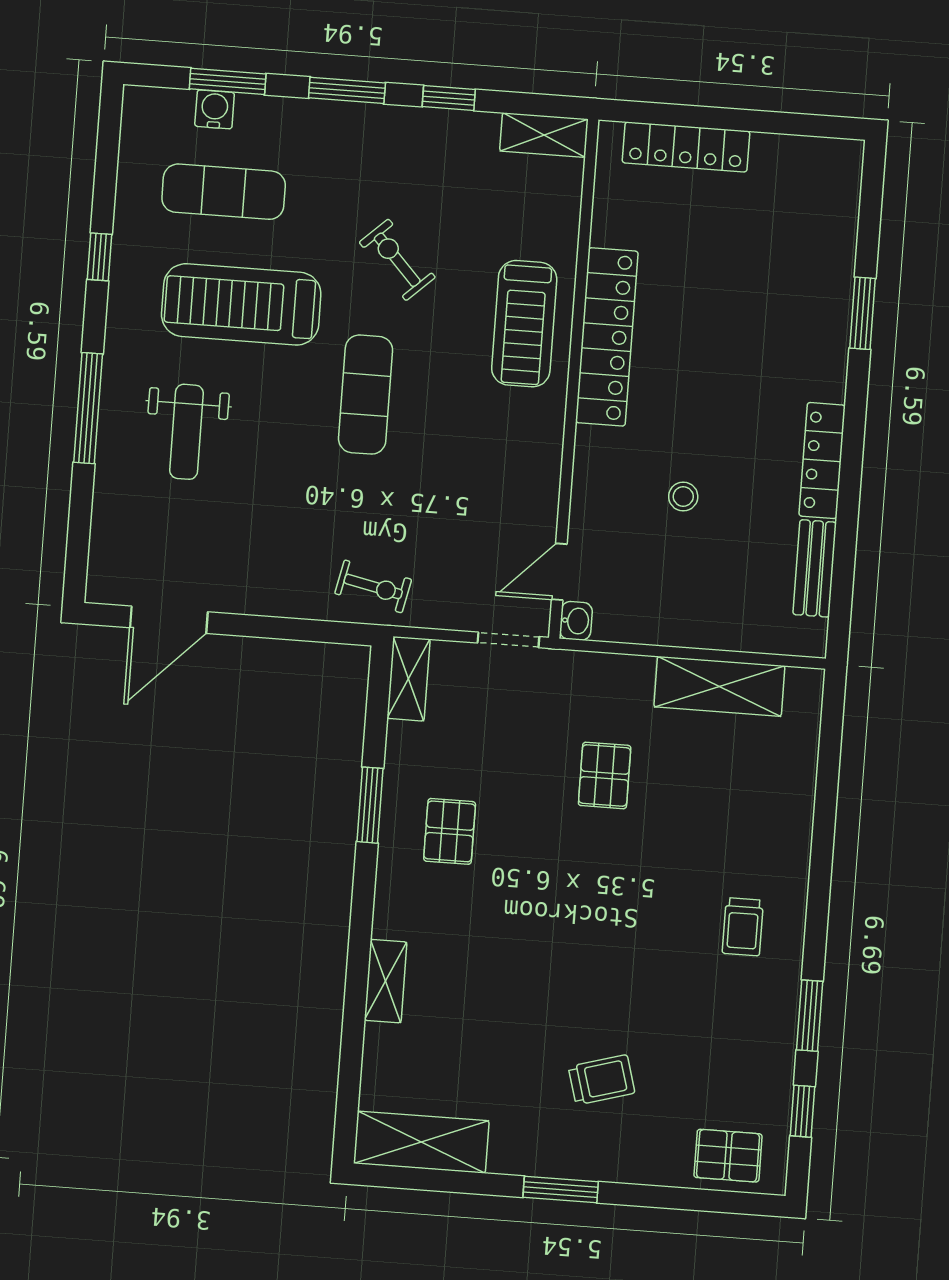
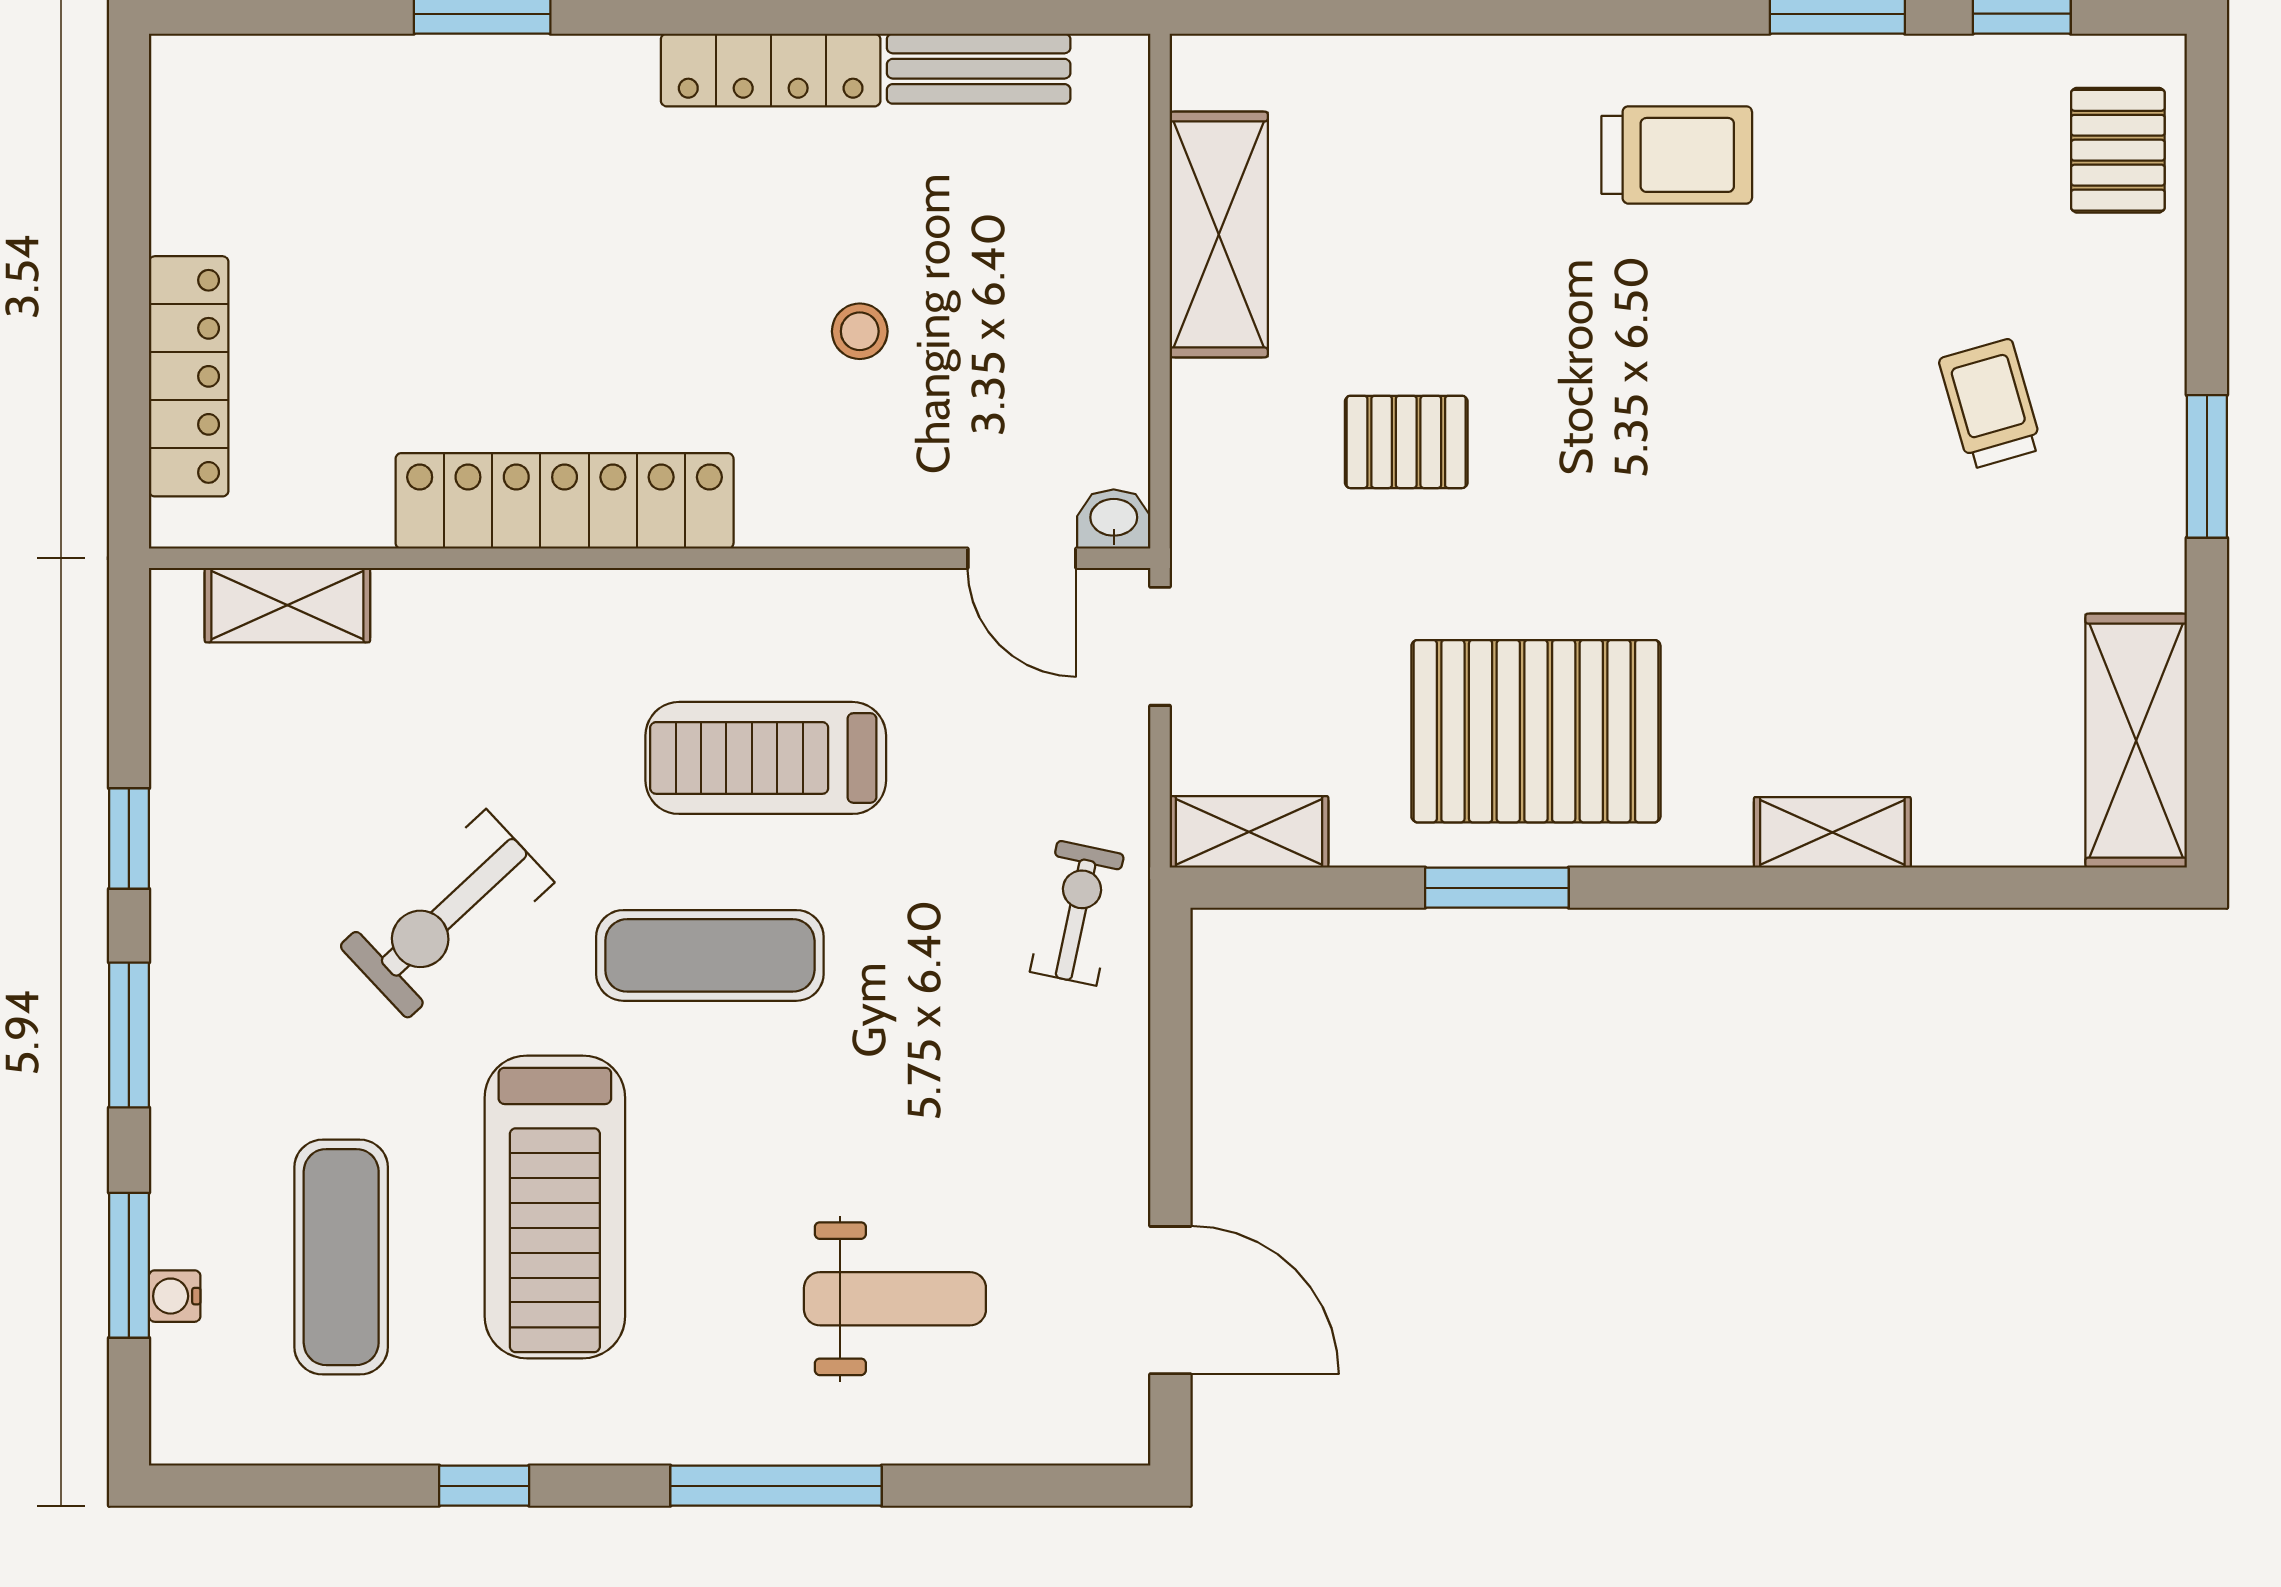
water cooler: (215, 109) -> (175, 1296), width x0.72, depth x0.72
shelving: (544, 135) -> (287, 605), moved, turned 90
exercise bike: (397, 260) -> (447, 914), width x1.38, depth x1.39
treadmill: (524, 324) -> (766, 758), moved, turned 180
weight bench: (187, 432) -> (895, 1299), moved
pallet: (450, 831) -> (1536, 731), width x2.05, depth x2.00
trolley: (743, 927) -> (1677, 155), width x1.36, depth x1.39

